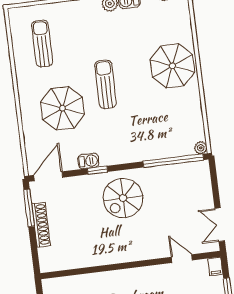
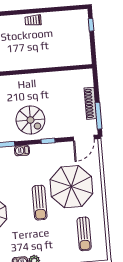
parasol: (62, 108) -> (71, 187), width x1.36, depth x1.36
barbecue: (88, 161) -> (22, 150), moved
spiral stairs: (123, 198) -> (30, 120), turned 90

